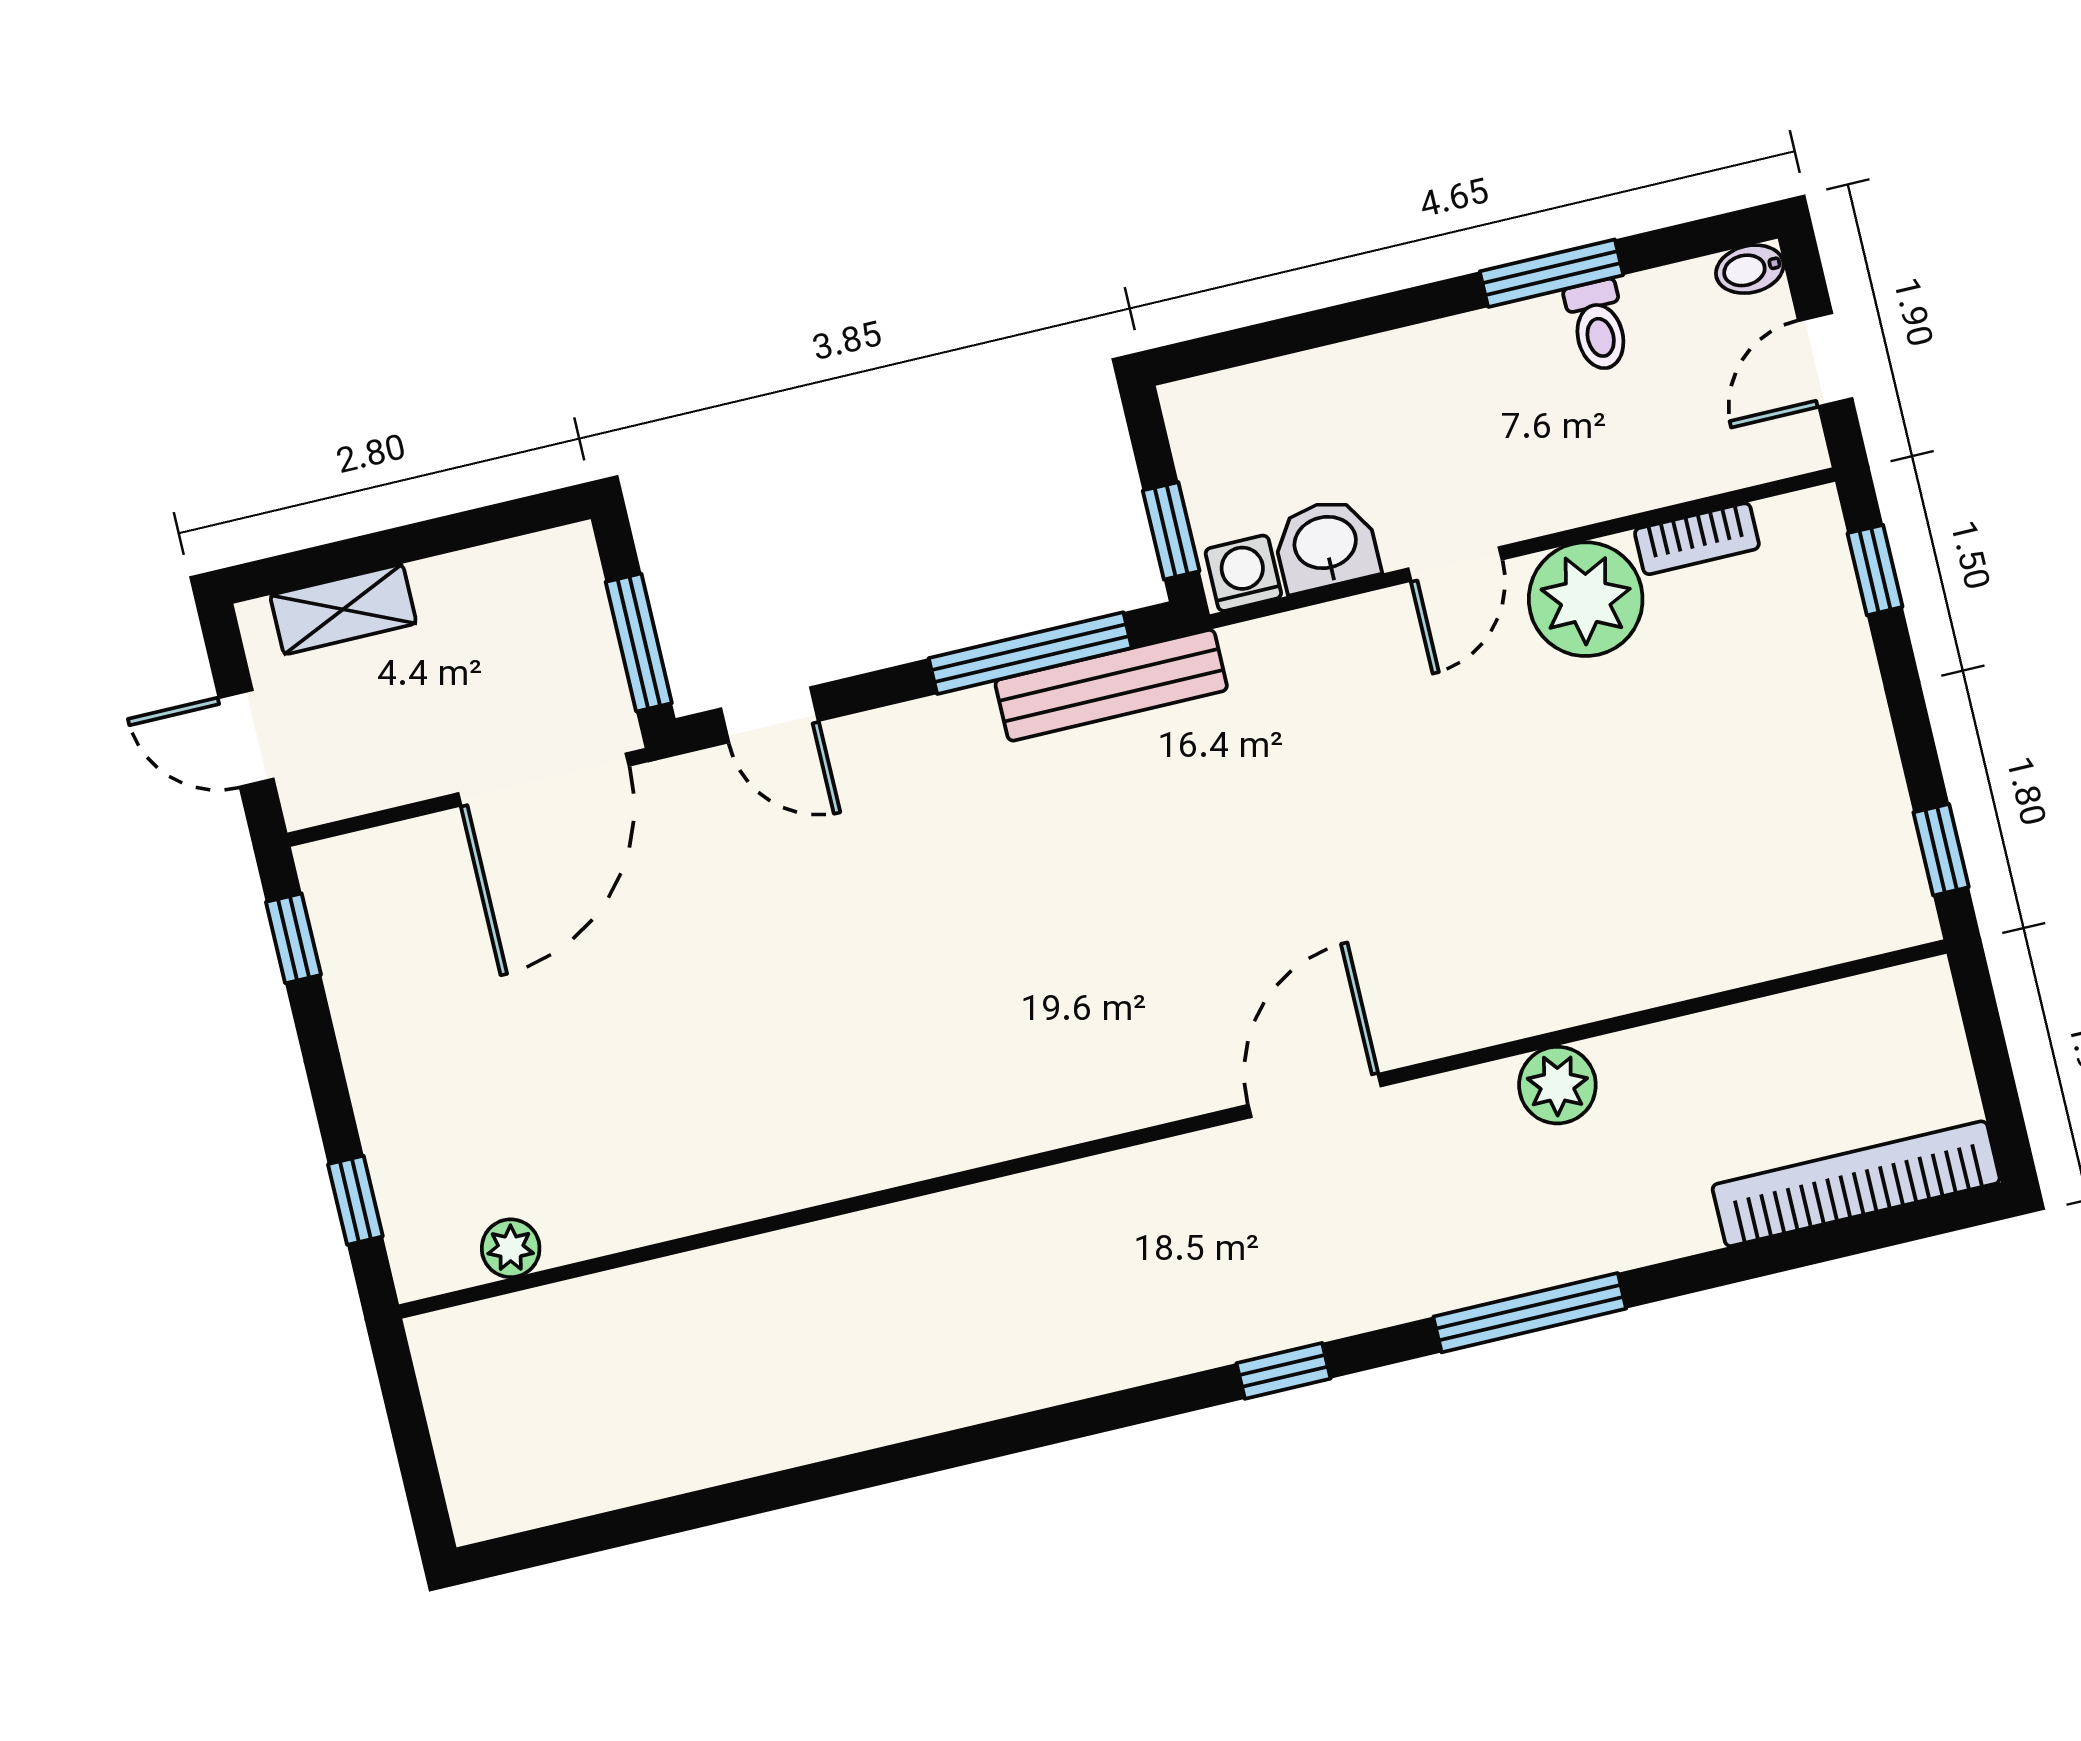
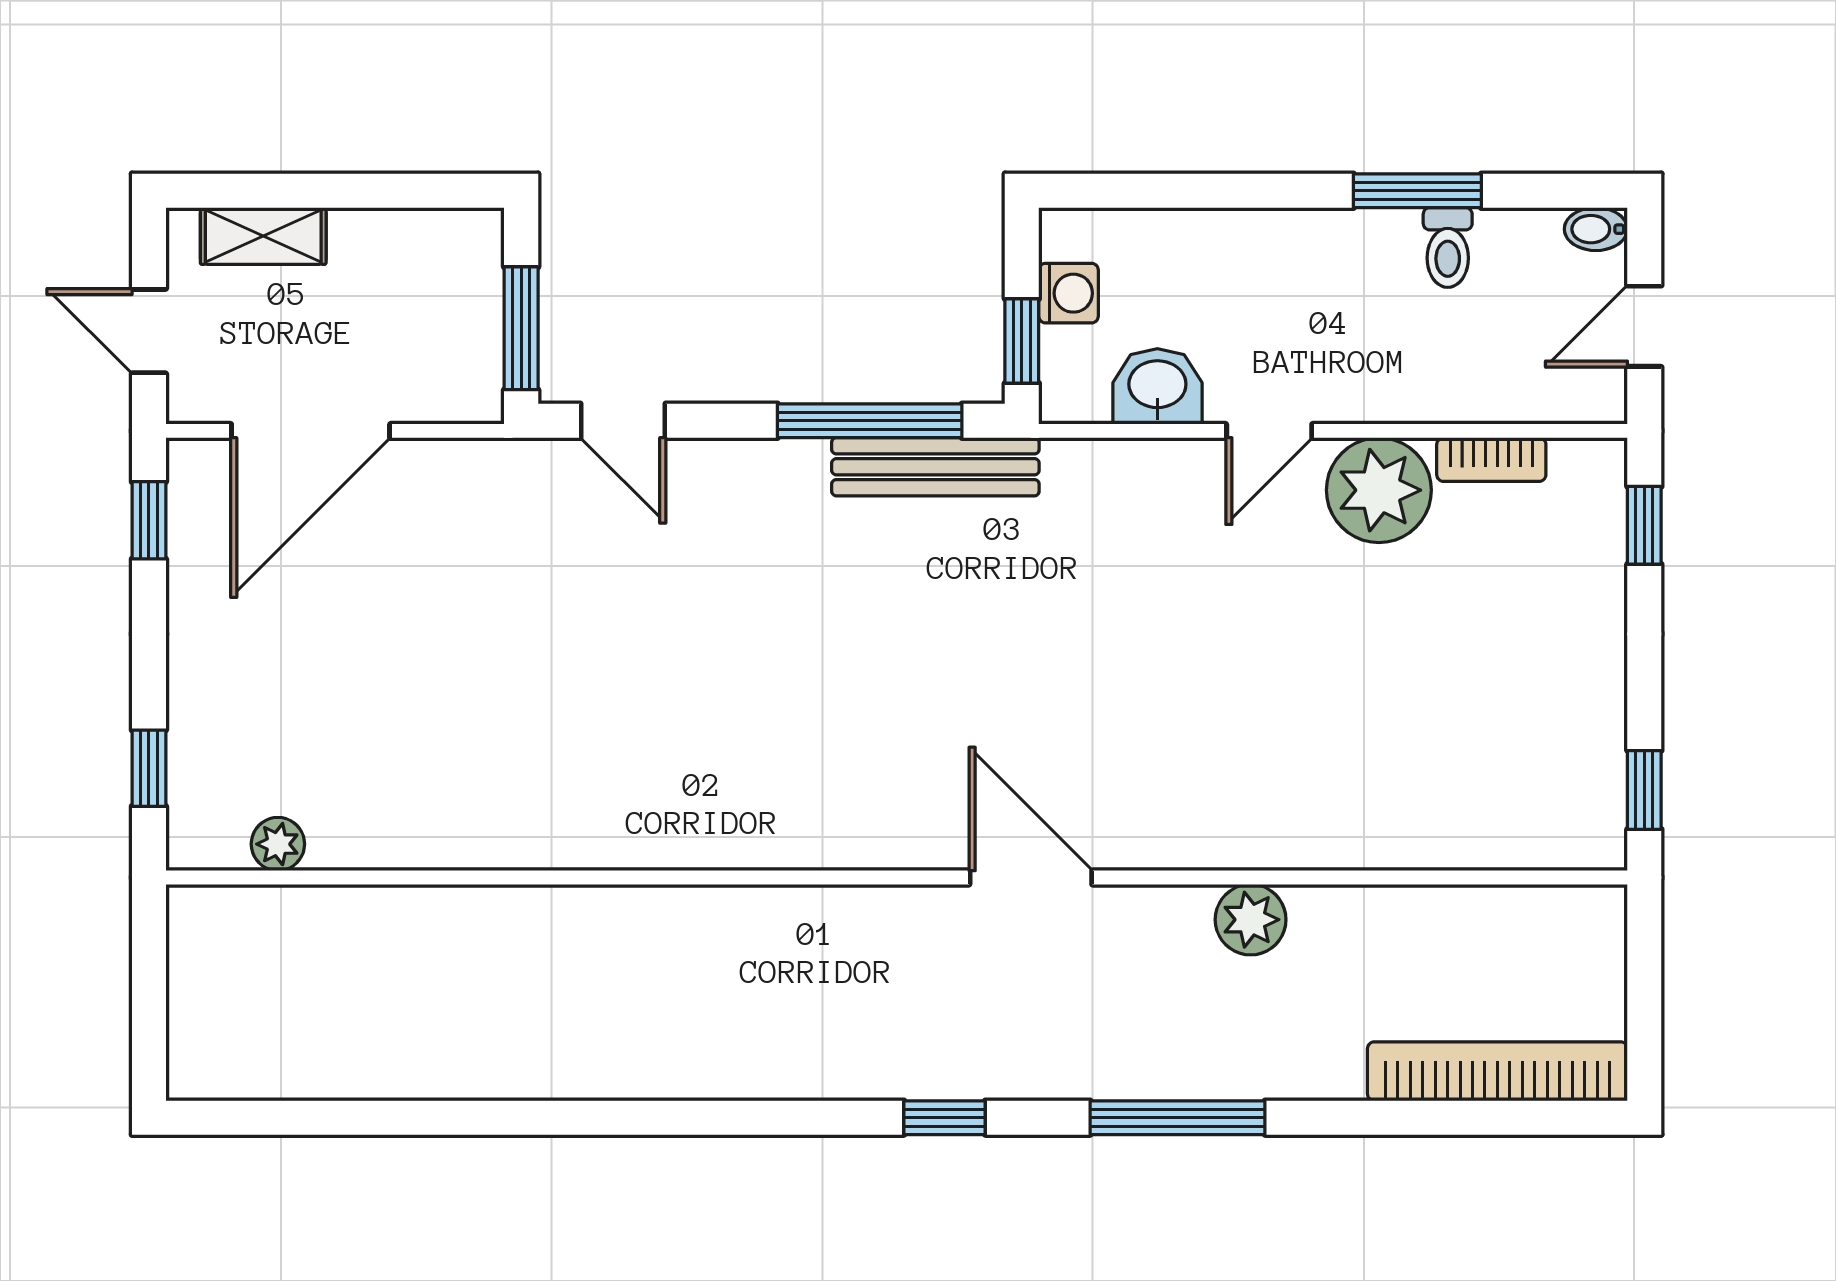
washing machine: (1243, 573) -> (1069, 293), moved, turned 90
door: (544, 779) -> (311, 431), moved
door: (1315, 1095) -> (1031, 878), hinge flipped

